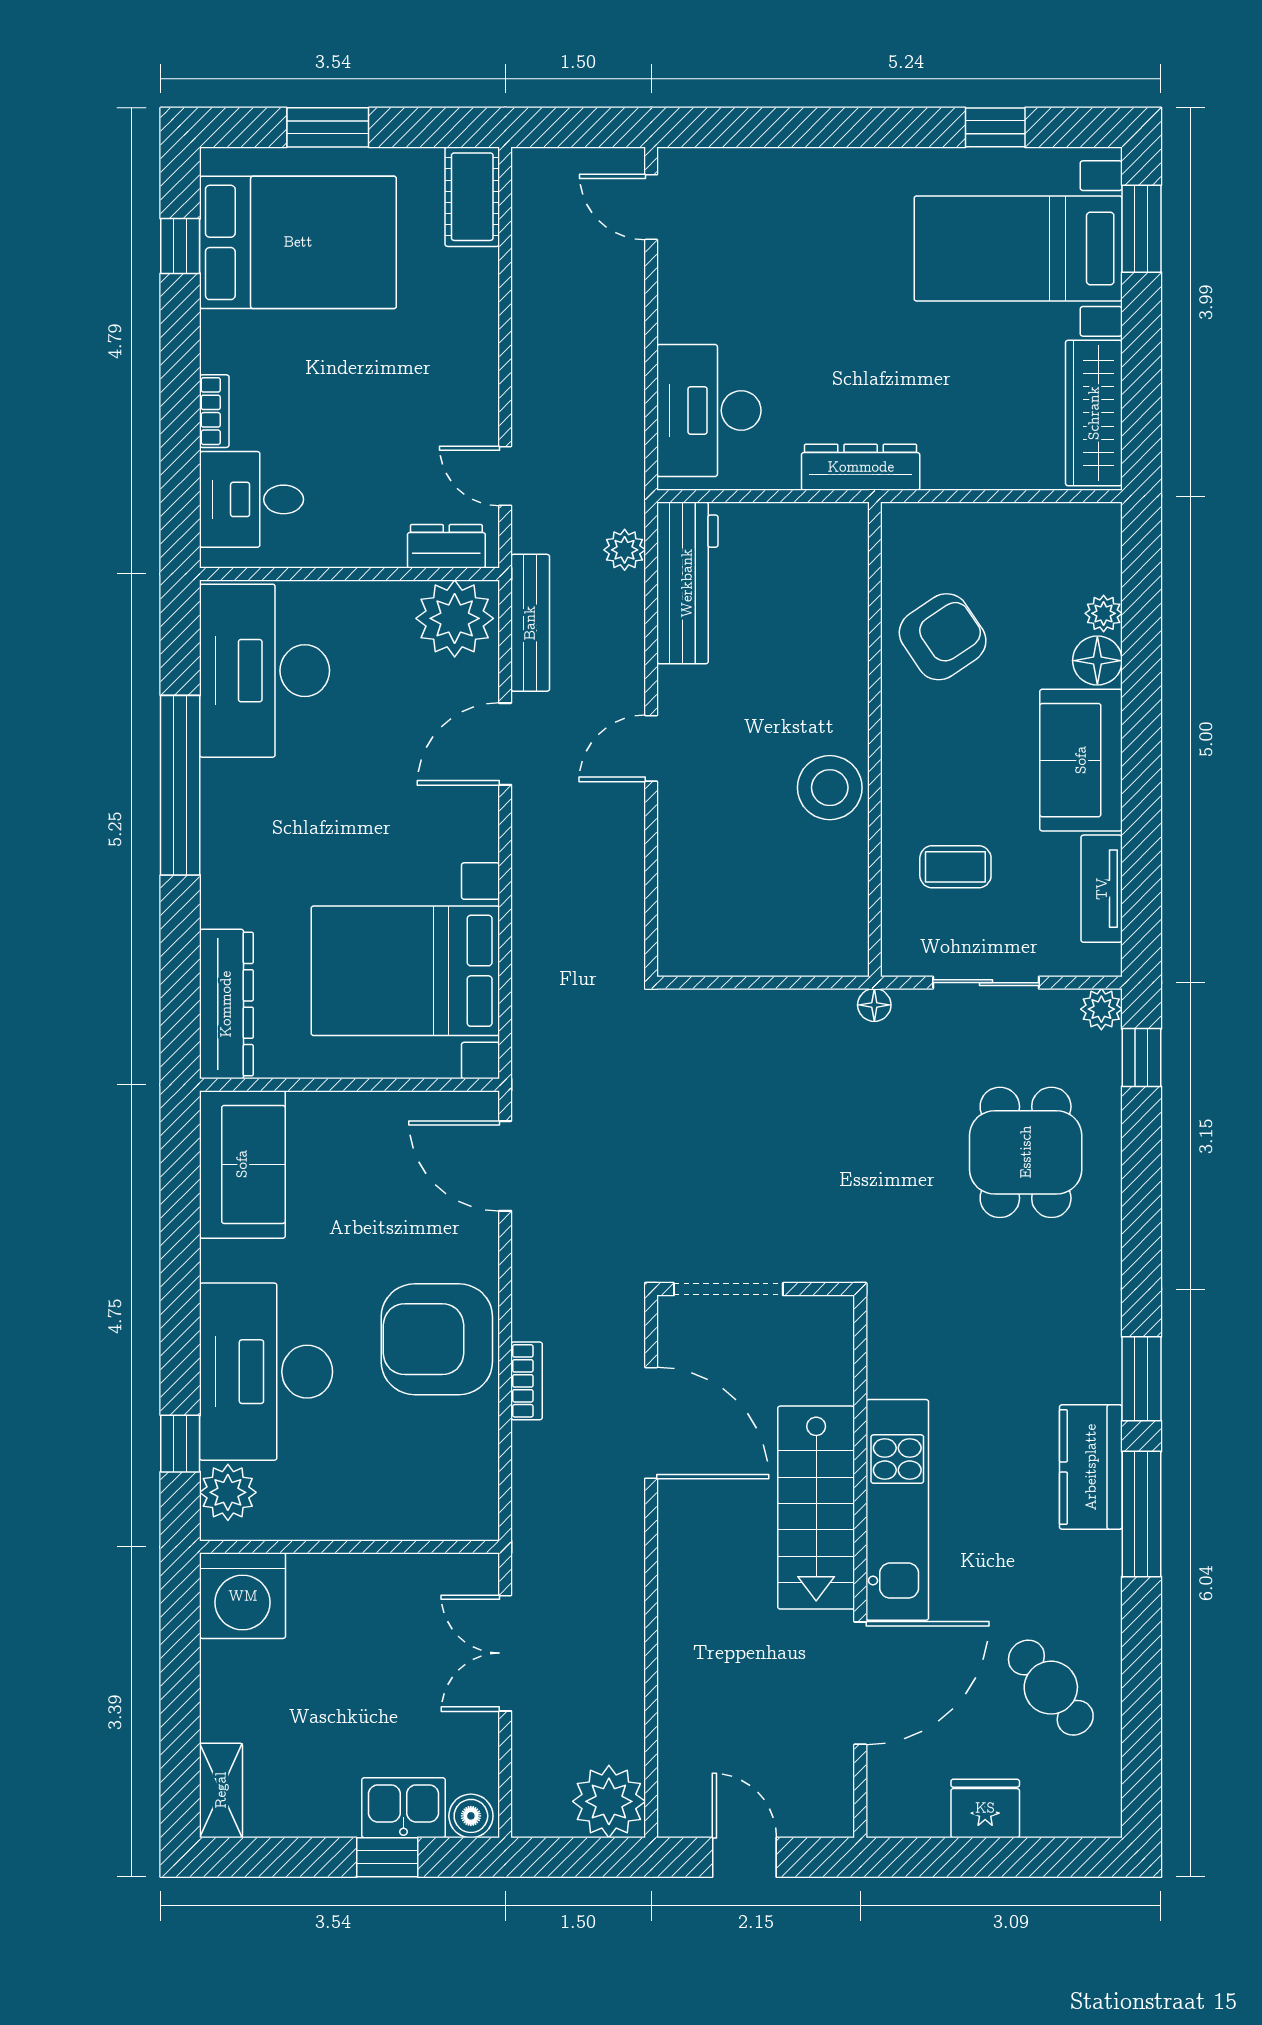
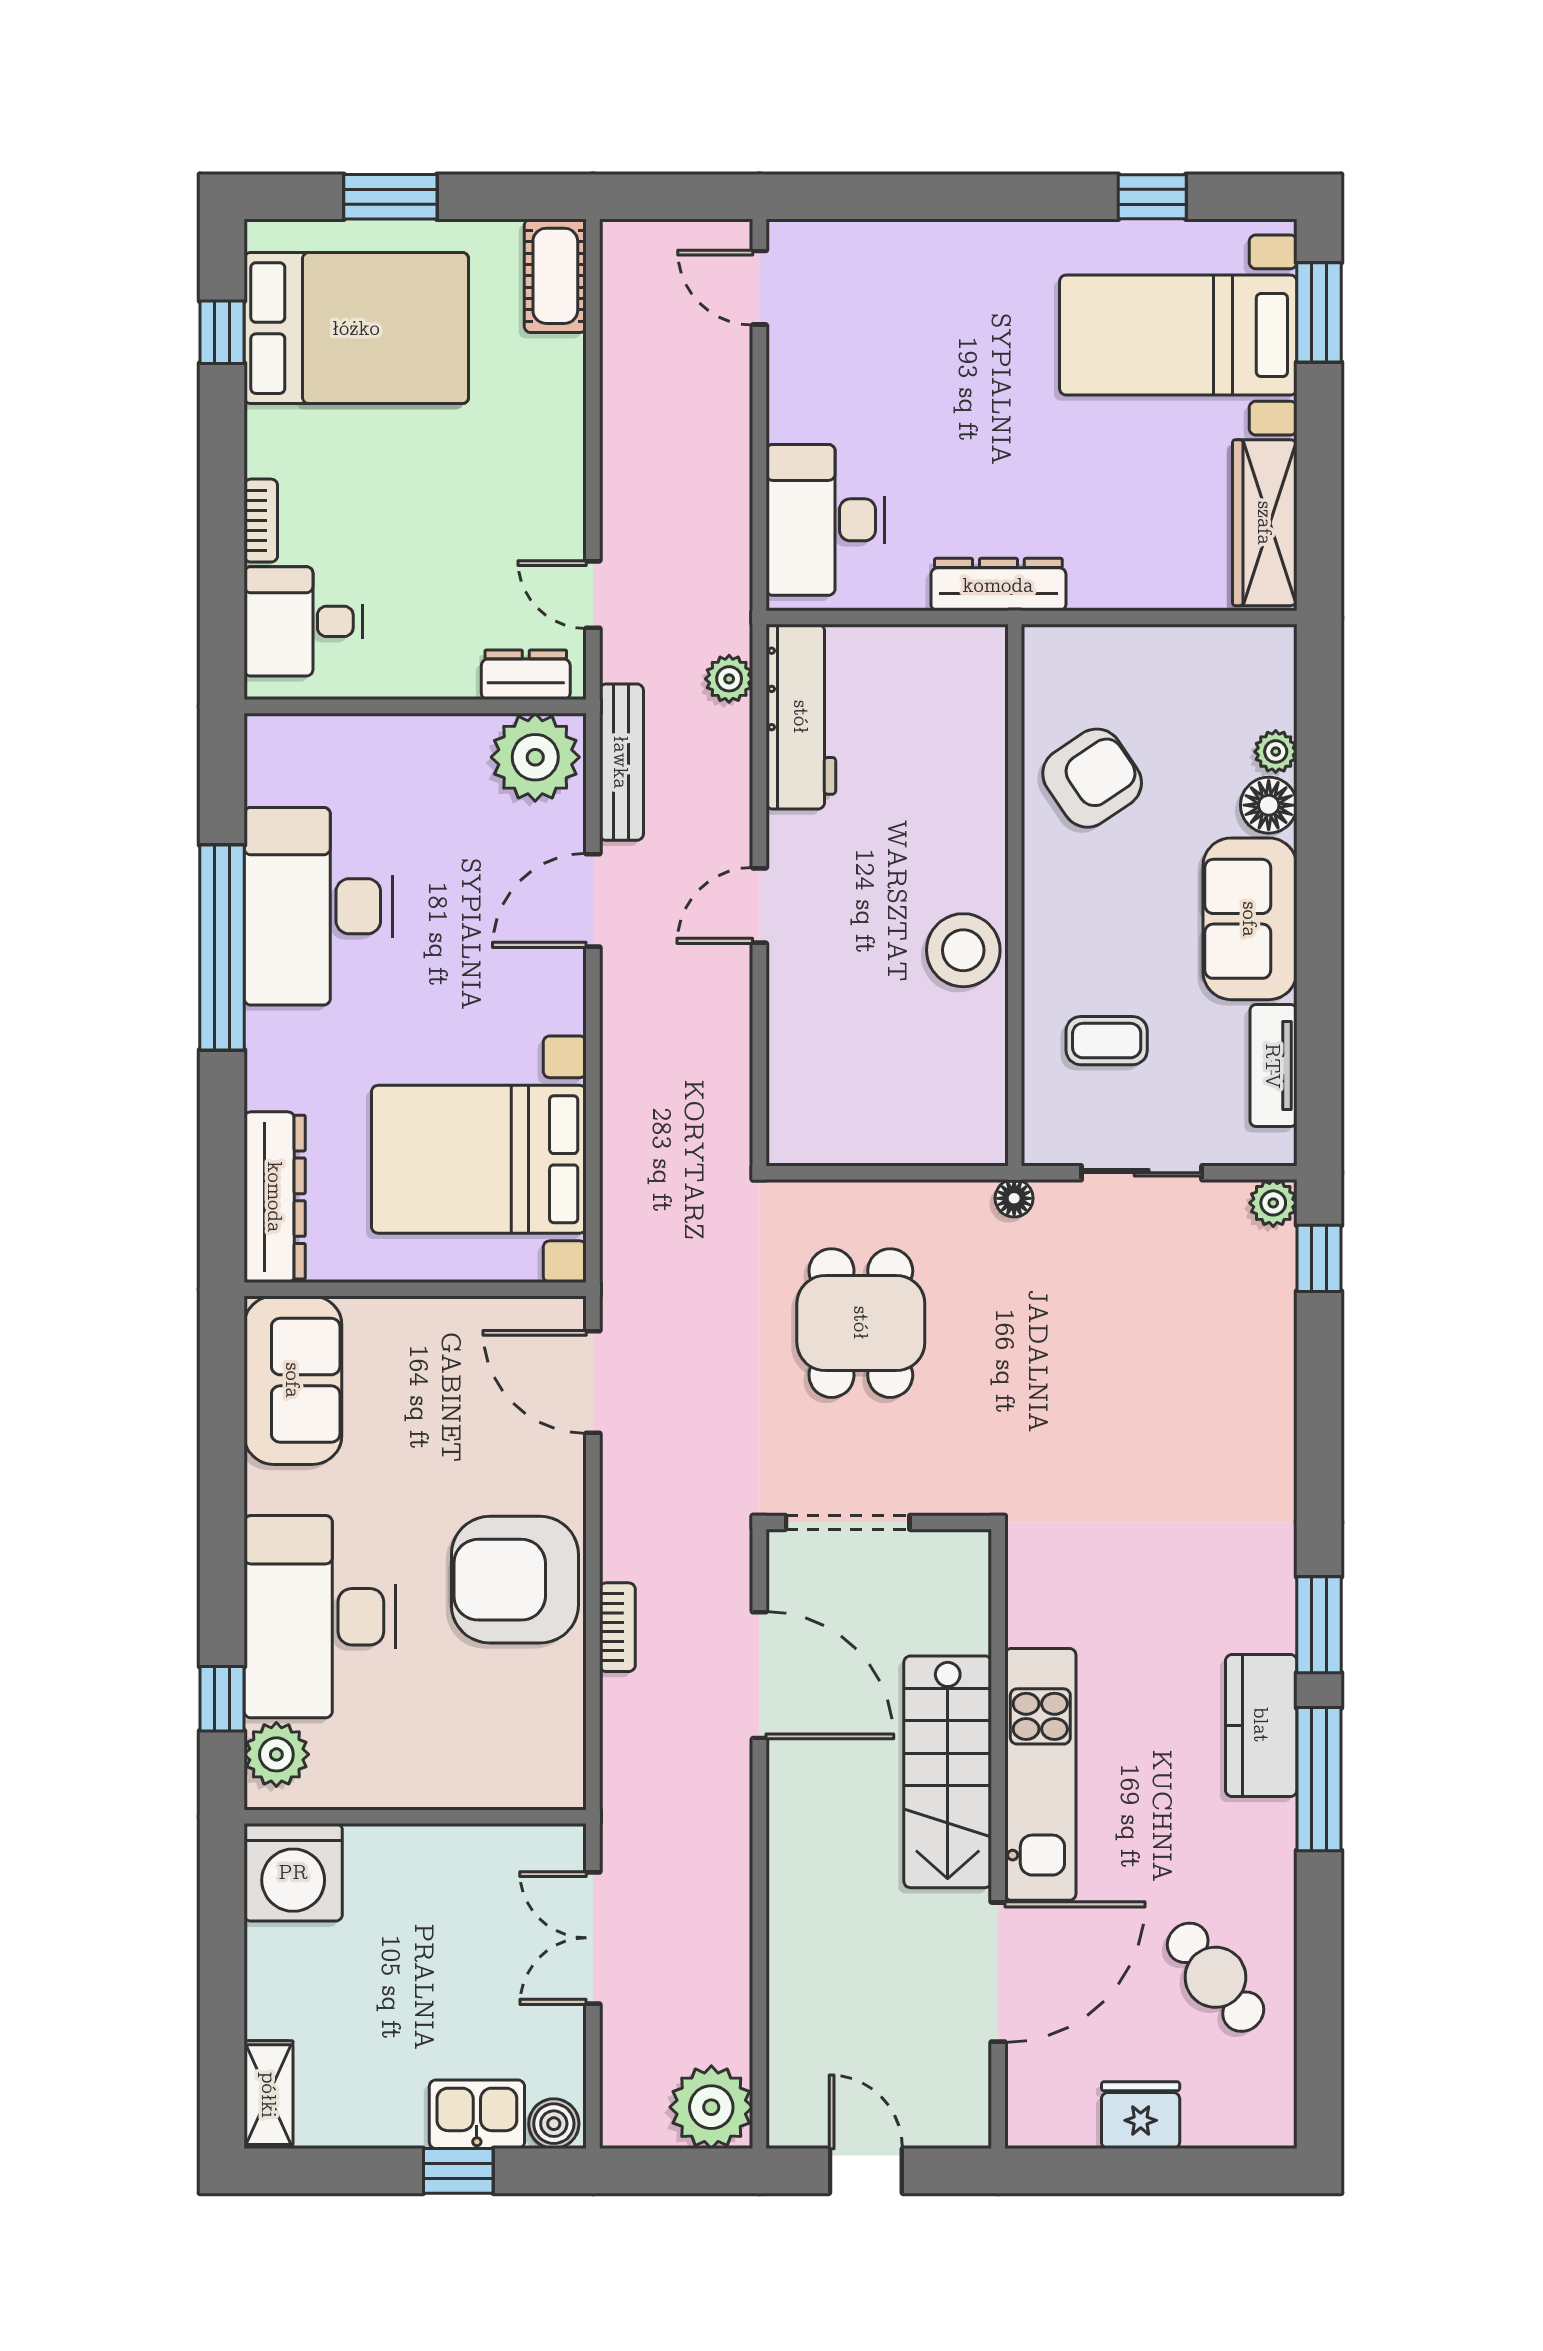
desk: (265, 671) -> (318, 906), moved
dining table: (1026, 1152) -> (861, 1323), moved

